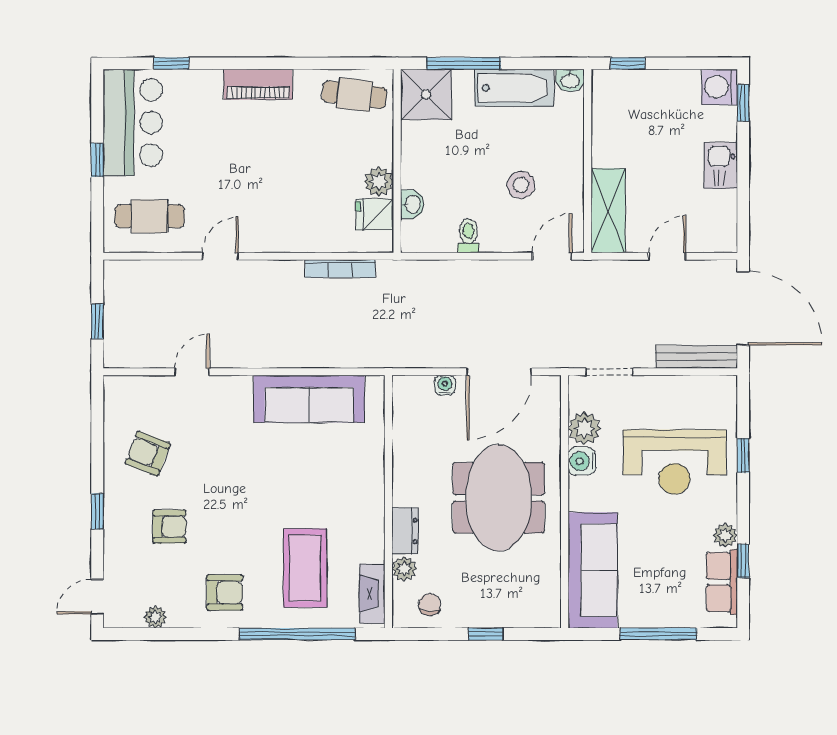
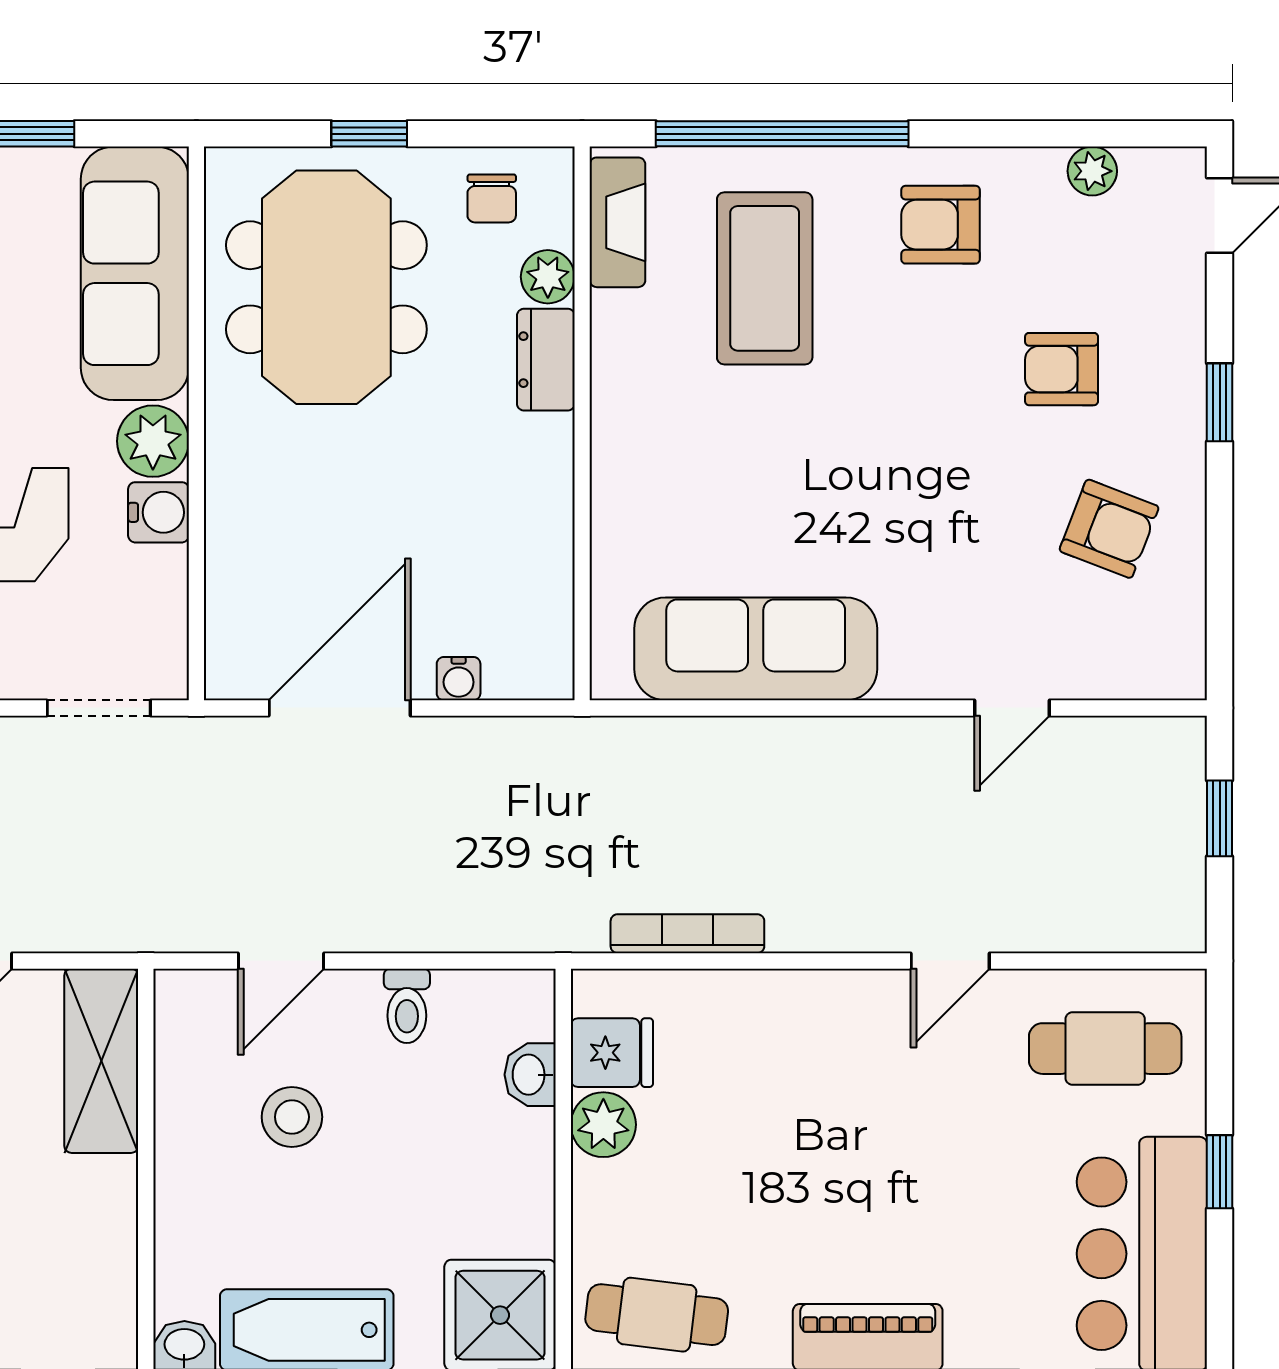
door: (552, 256) -> (281, 961), moved
plant: (584, 429) -> (153, 441), moved
meeting table: (499, 498) -> (326, 287), moved

